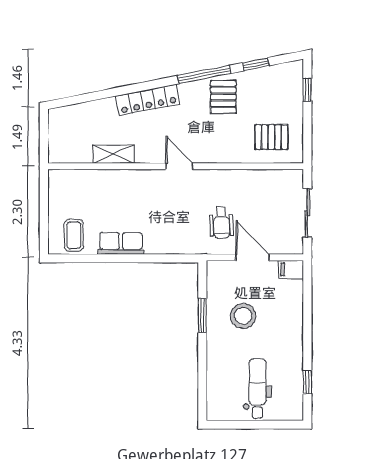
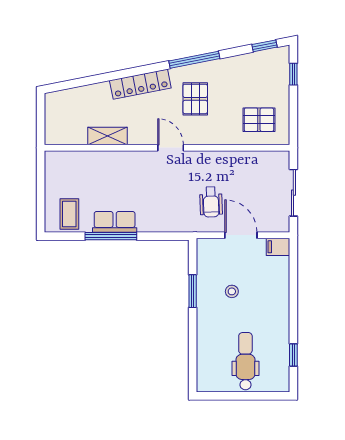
window: (256, 64) -> (264, 46), moved
pallet: (223, 97) -> (195, 99), moved
window: (117, 258) -> (111, 236), added
stool: (243, 316) -> (232, 291), width x0.53, depth x0.53

